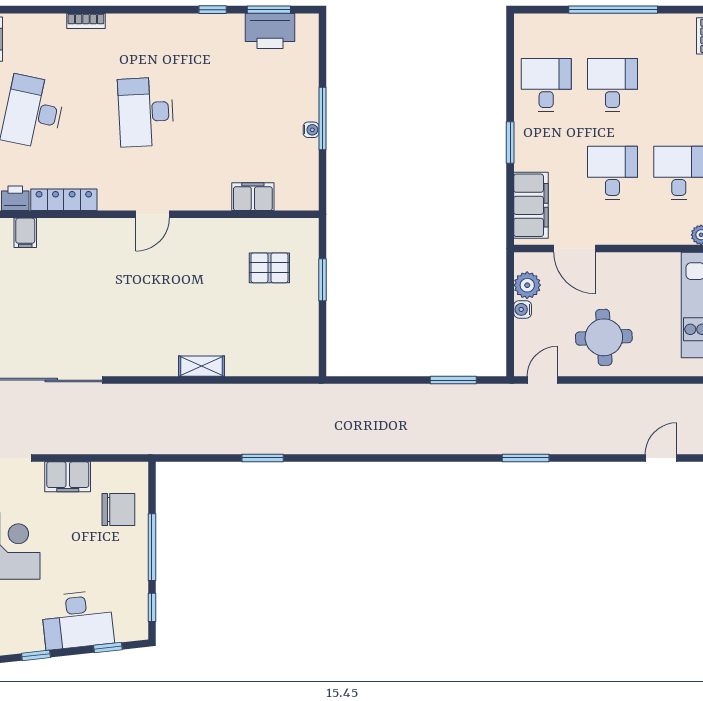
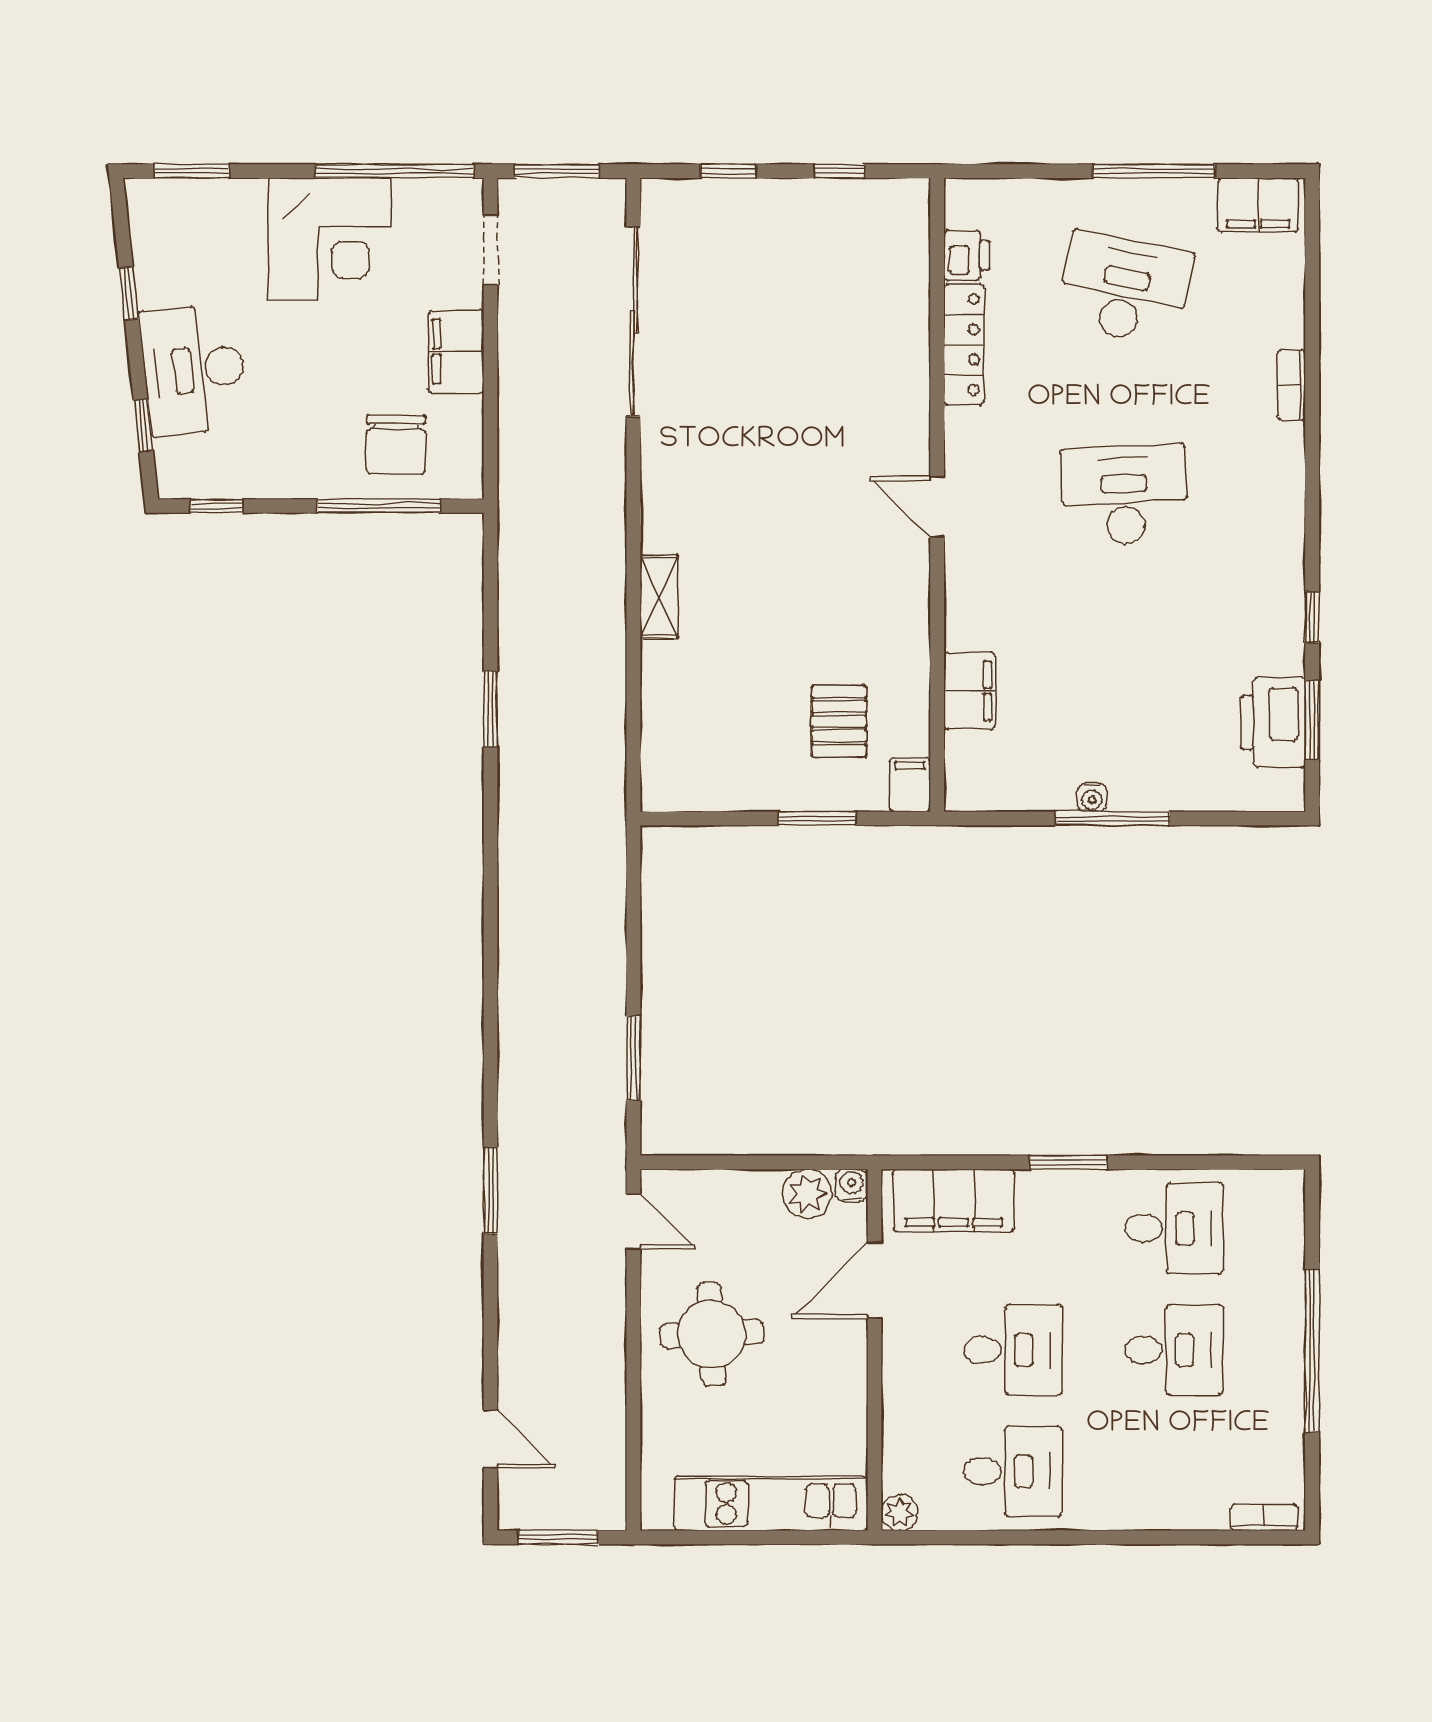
filing cabinet: (25, 233) -> (910, 785), moved, turned 90
water cooler: (523, 309) -> (852, 1185), moved
window: (152, 547) -> (379, 506), moved

